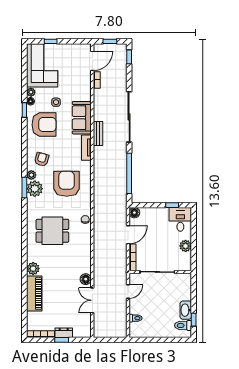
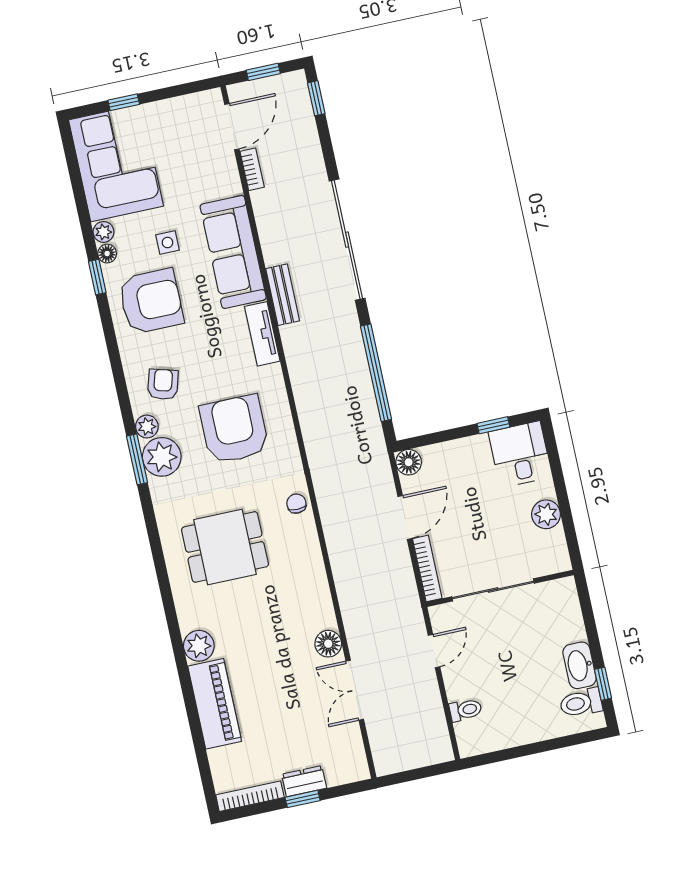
sofa: (82, 118) -> (233, 252), width x1.36

